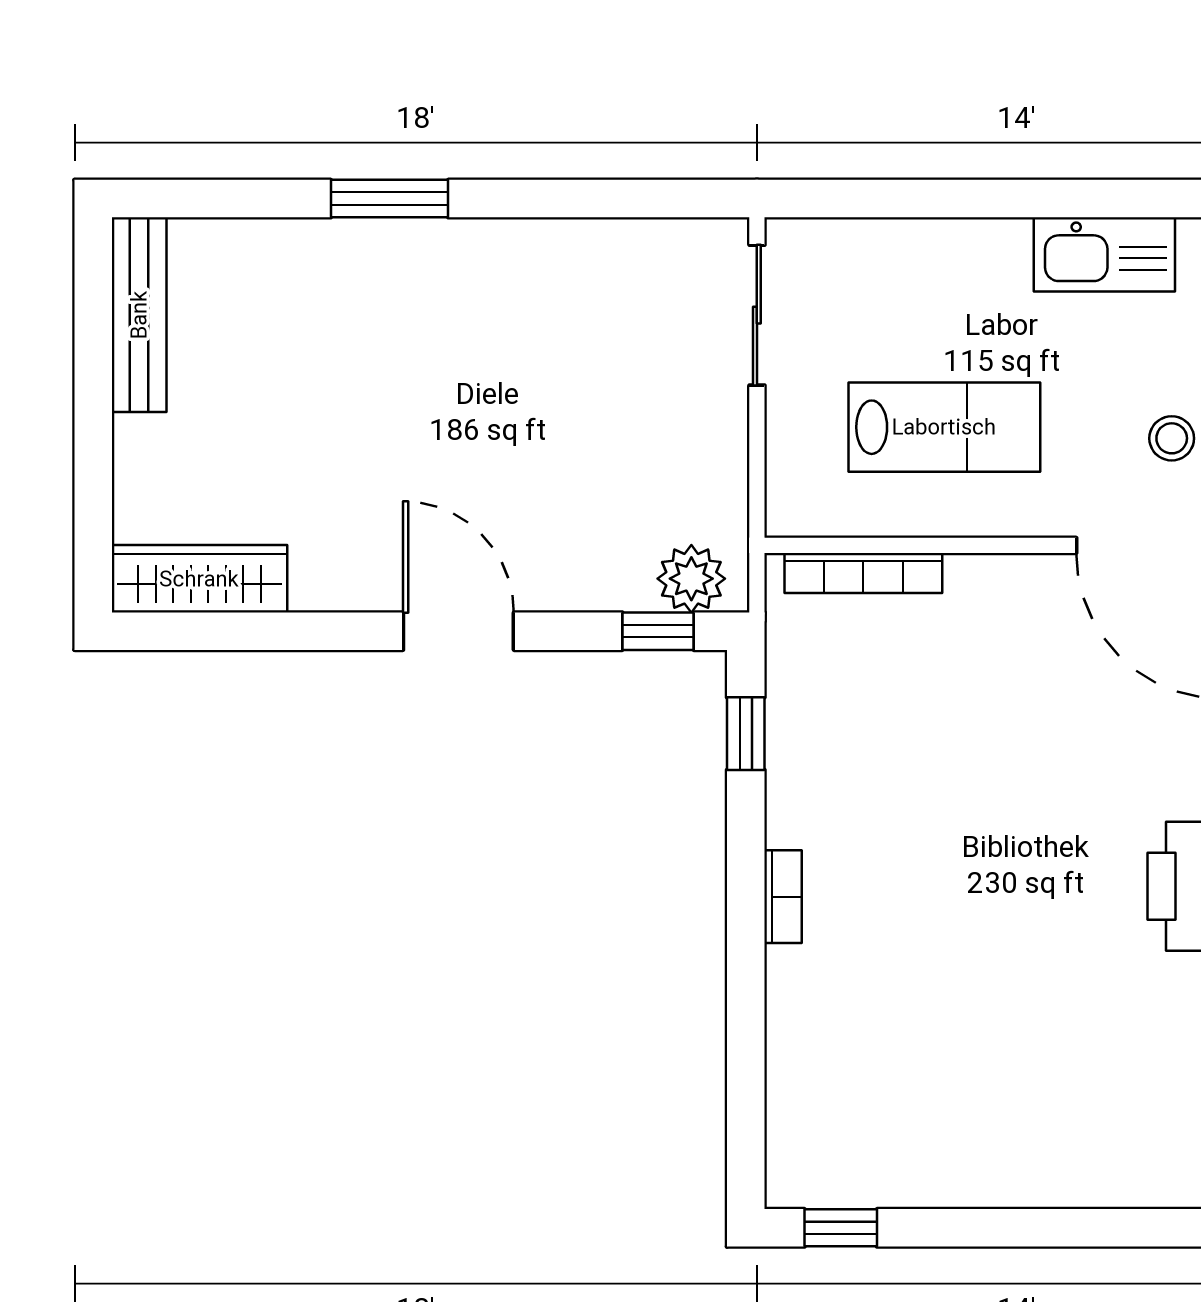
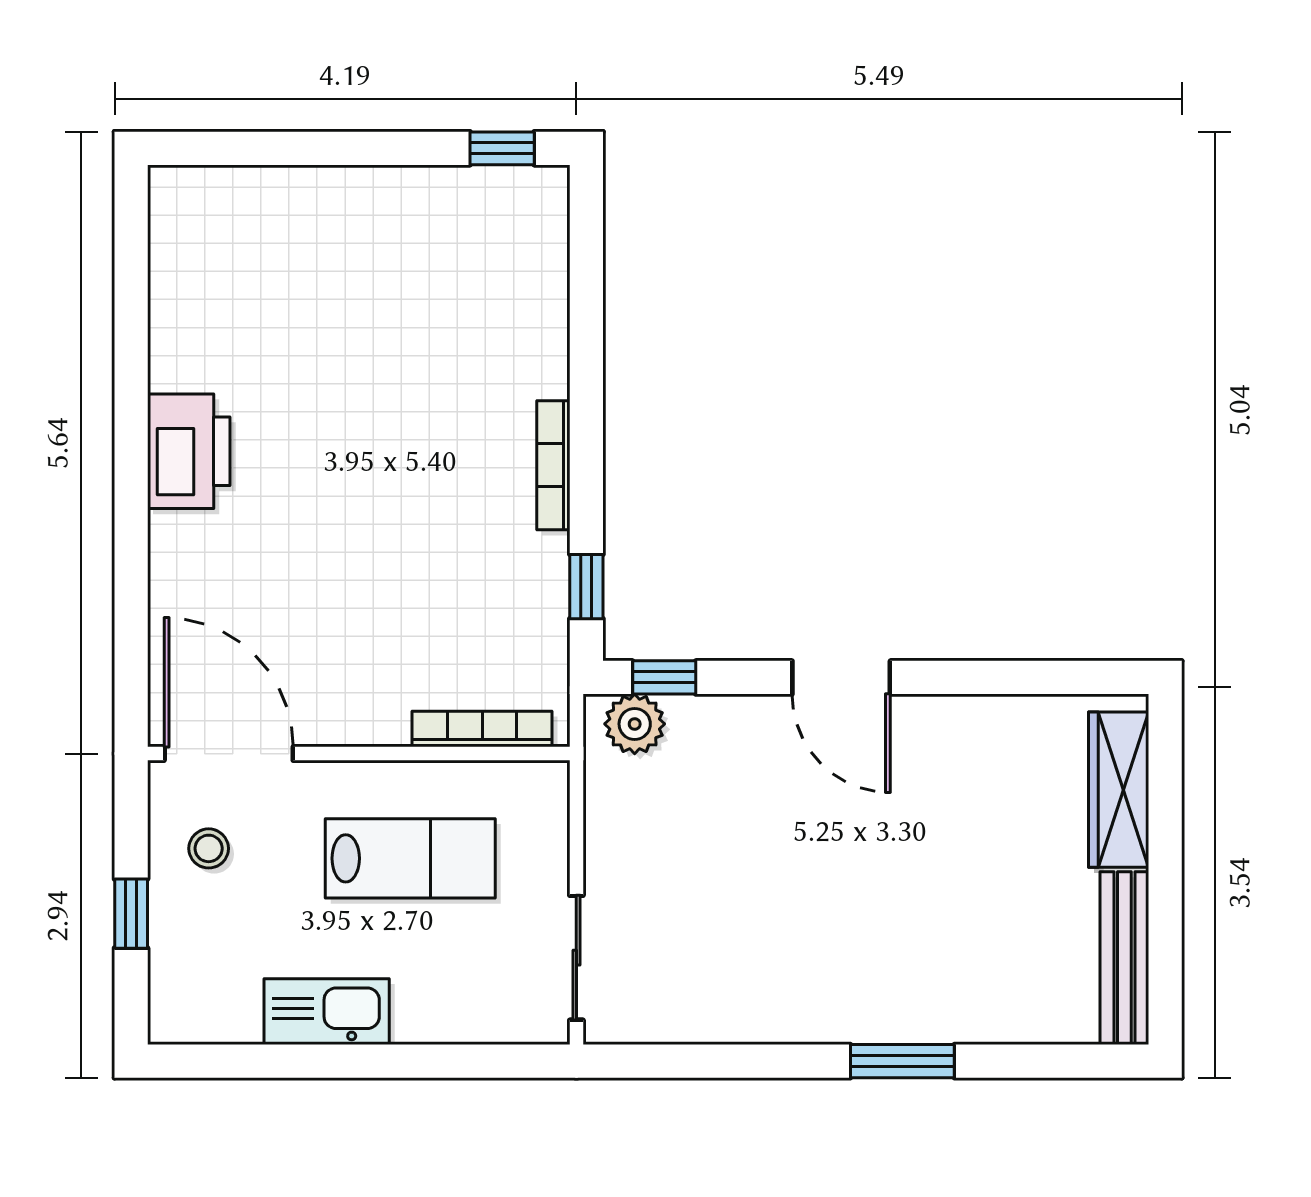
kitchen sink: (1104, 254) -> (327, 1012), moved
lab bench: (944, 427) -> (410, 858), turned 180
wardrobe: (199, 579) -> (1119, 790), moved, turned 90
bookcase: (783, 897) -> (553, 465), width x1.56

